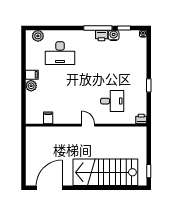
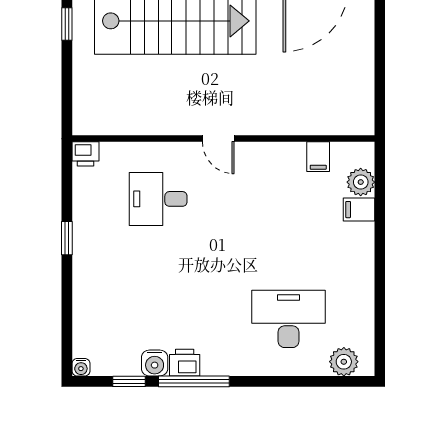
filing cabinet: (32, 75) -> (359, 210), moved
plant: (31, 86) -> (361, 182), moved

